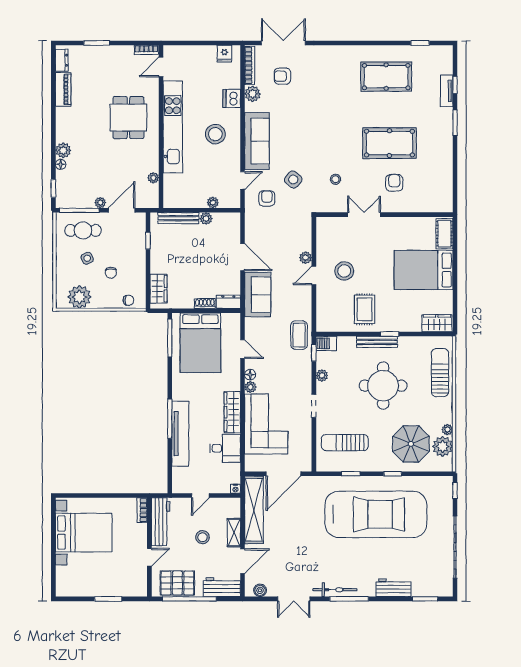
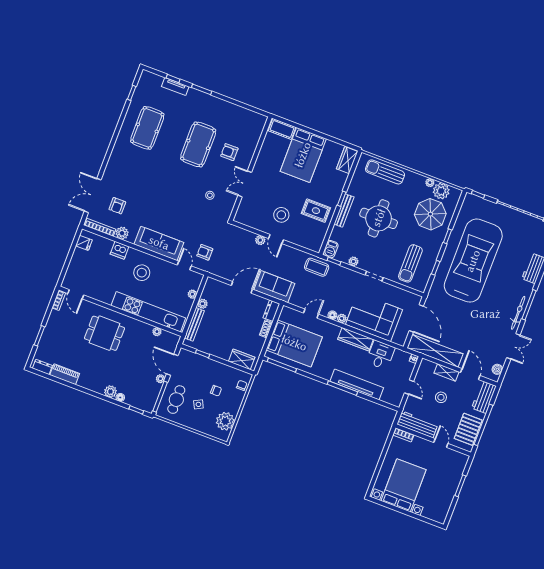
kitchen unit: (173, 127) -> (148, 312), moved
side table: (293, 180) -> (198, 227), removed

